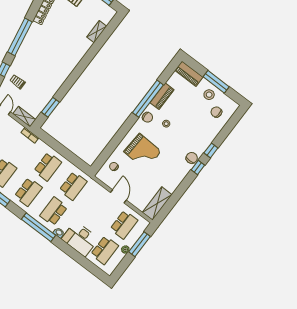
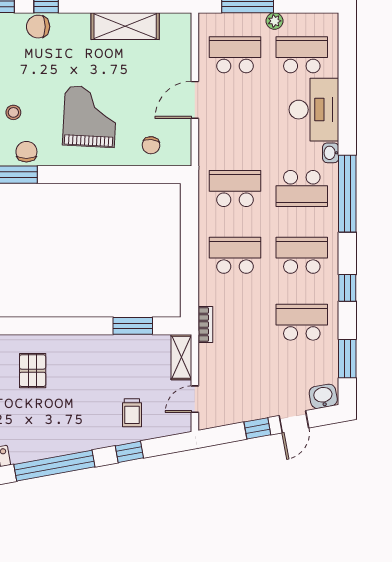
pallet: (62, 56) -> (33, 371), added
shelving: (157, 204) -> (125, 26), moved

